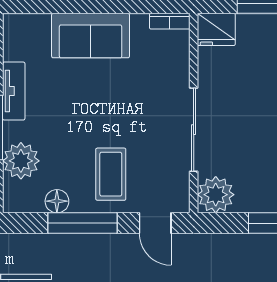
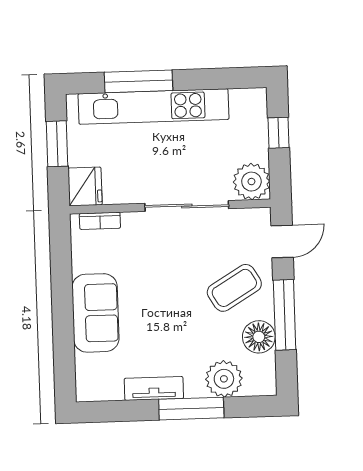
bookcase: (170, 21) -> (100, 221), moved, turned 90
coffee table: (111, 174) -> (234, 288), turned -31
floor lamp: (57, 201) -> (259, 337), width x1.38, depth x1.38

